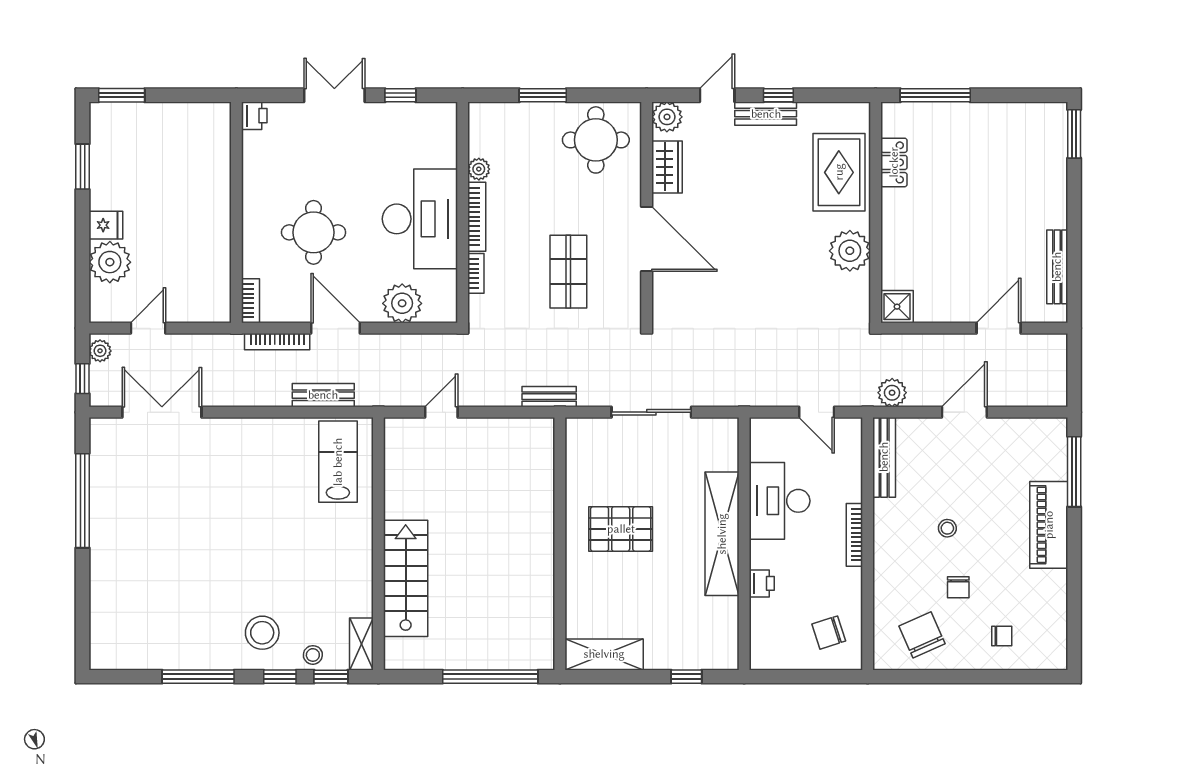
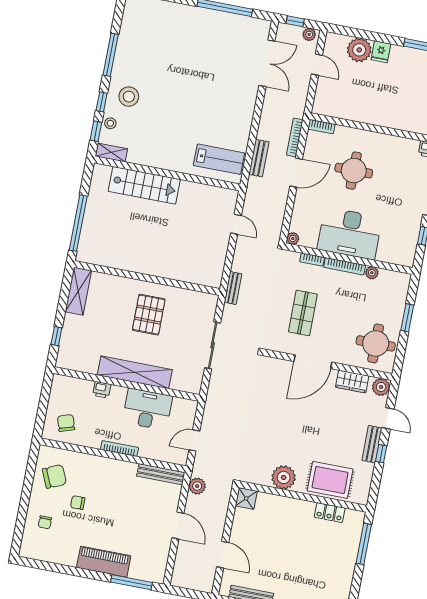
shop shelf: (568, 272) -> (303, 313), turned 90
plant: (402, 303) -> (293, 239), moved, width x0.53, depth x0.53
stool: (947, 528) -> (113, 503), removed

